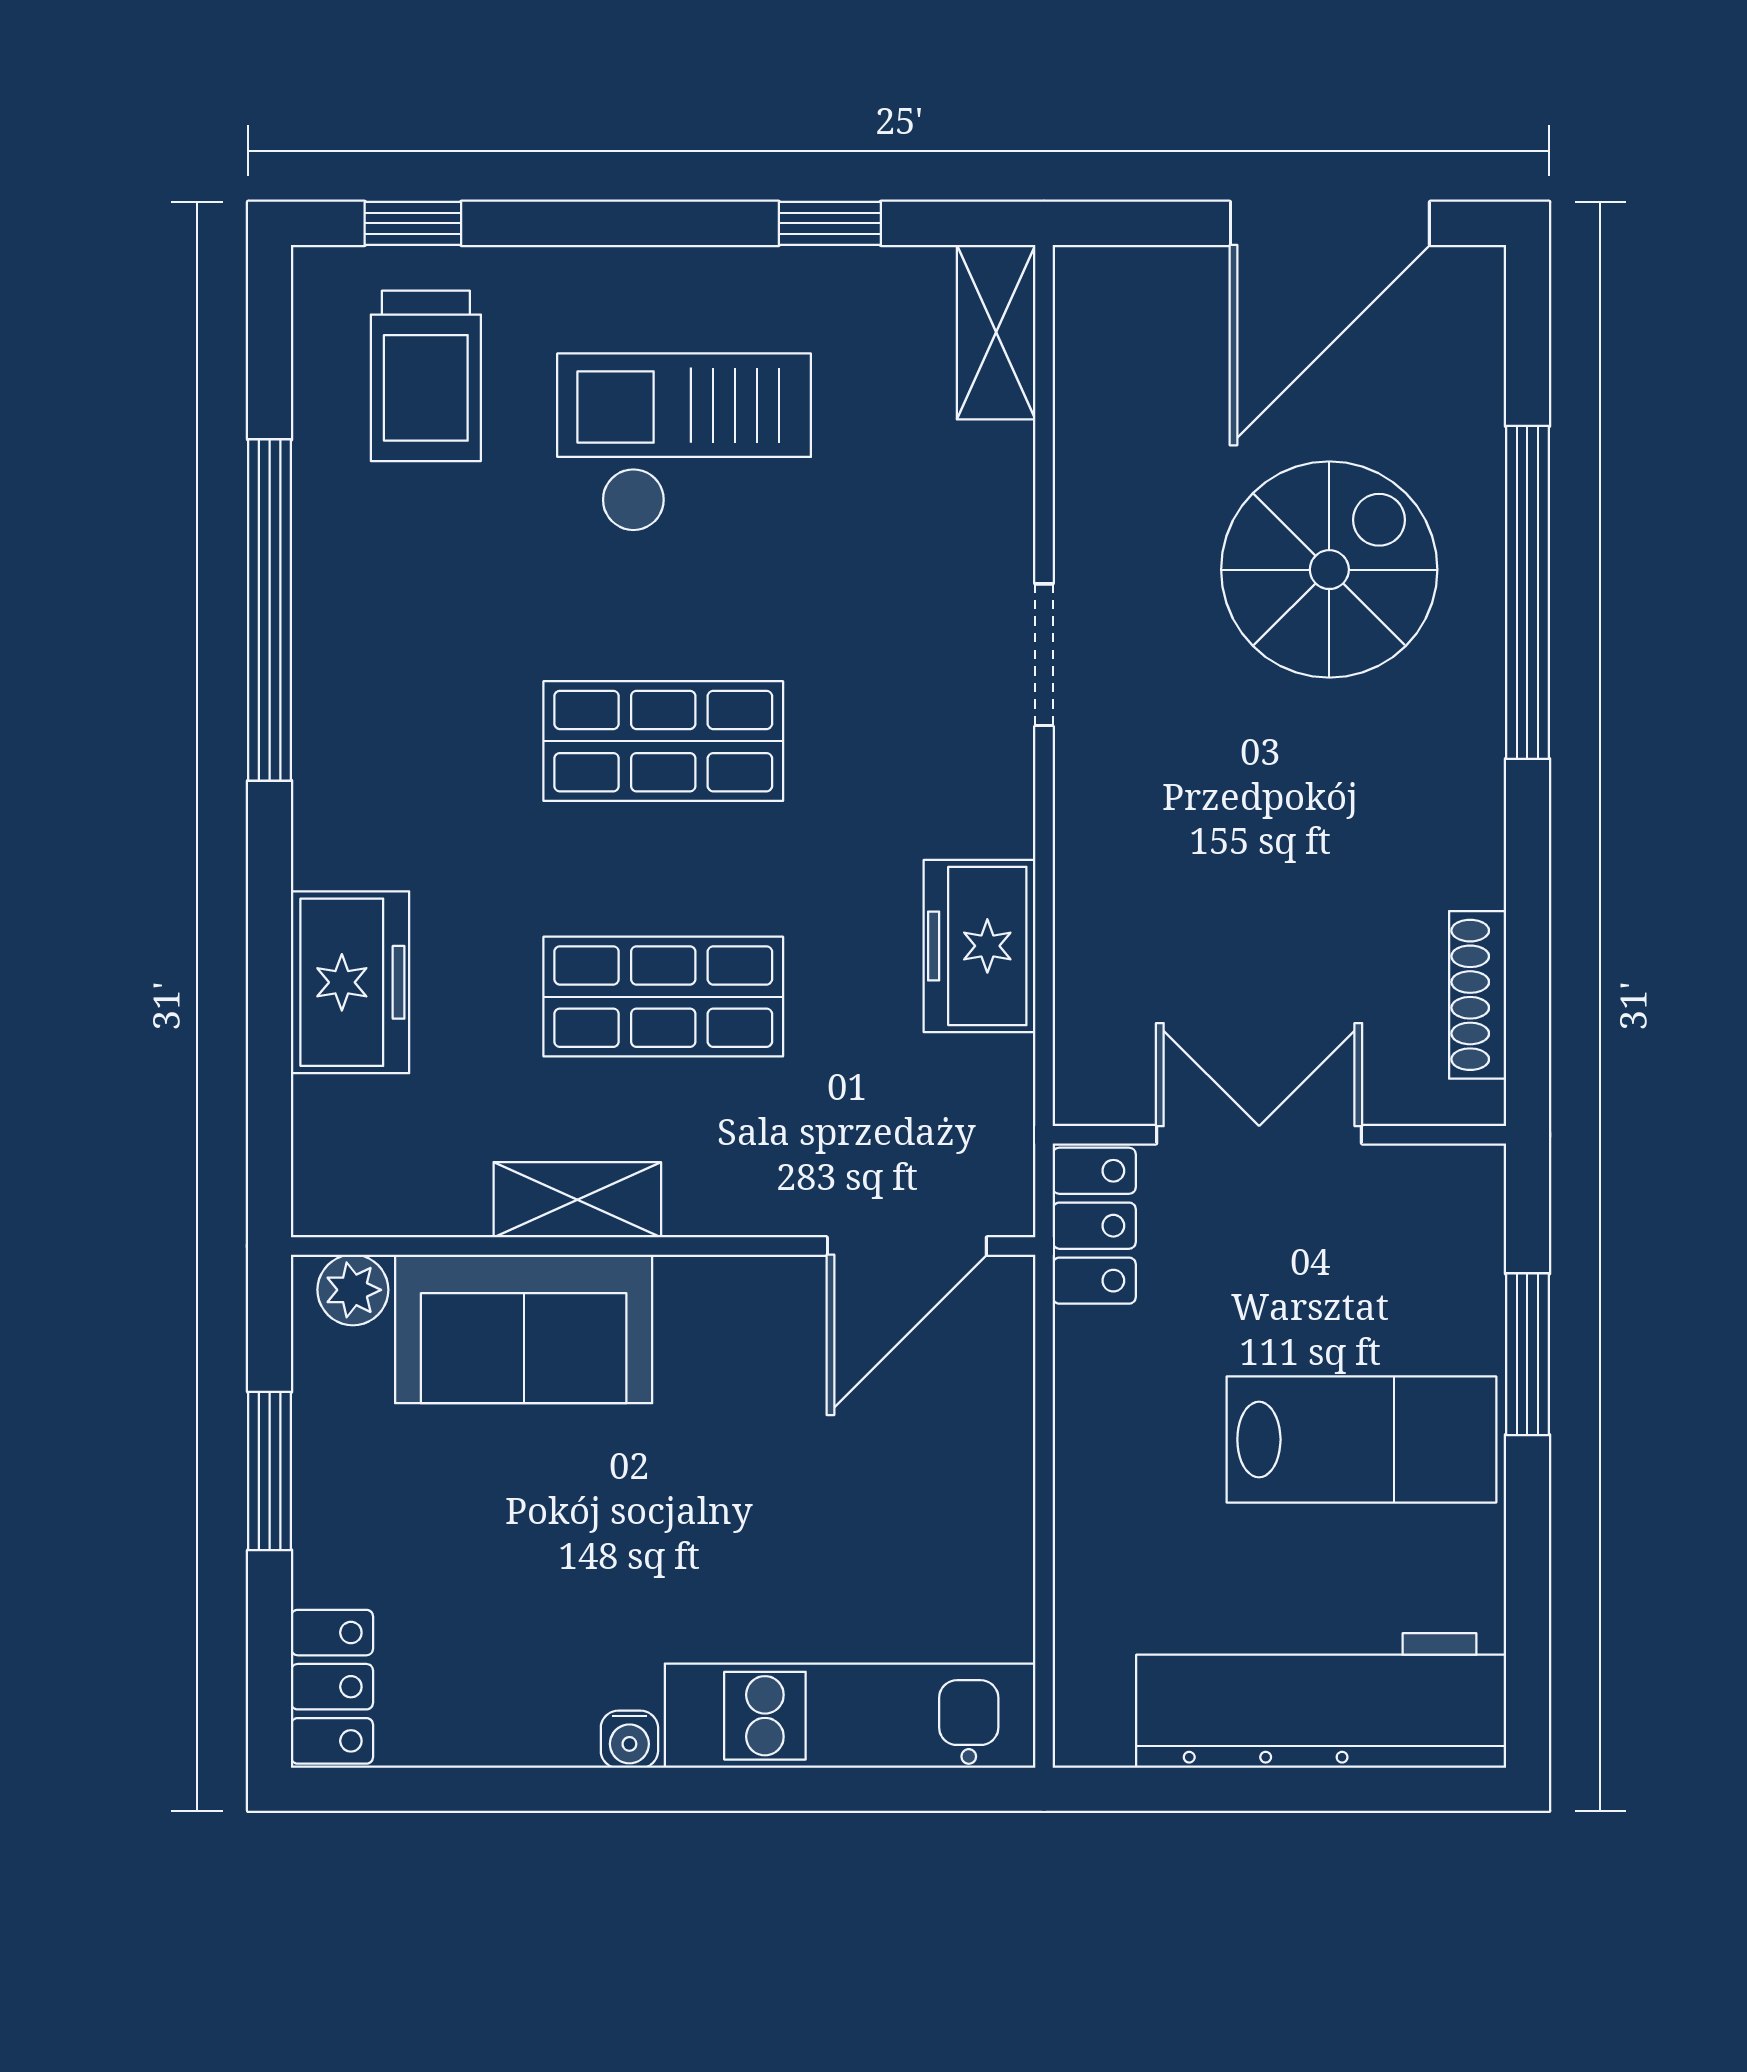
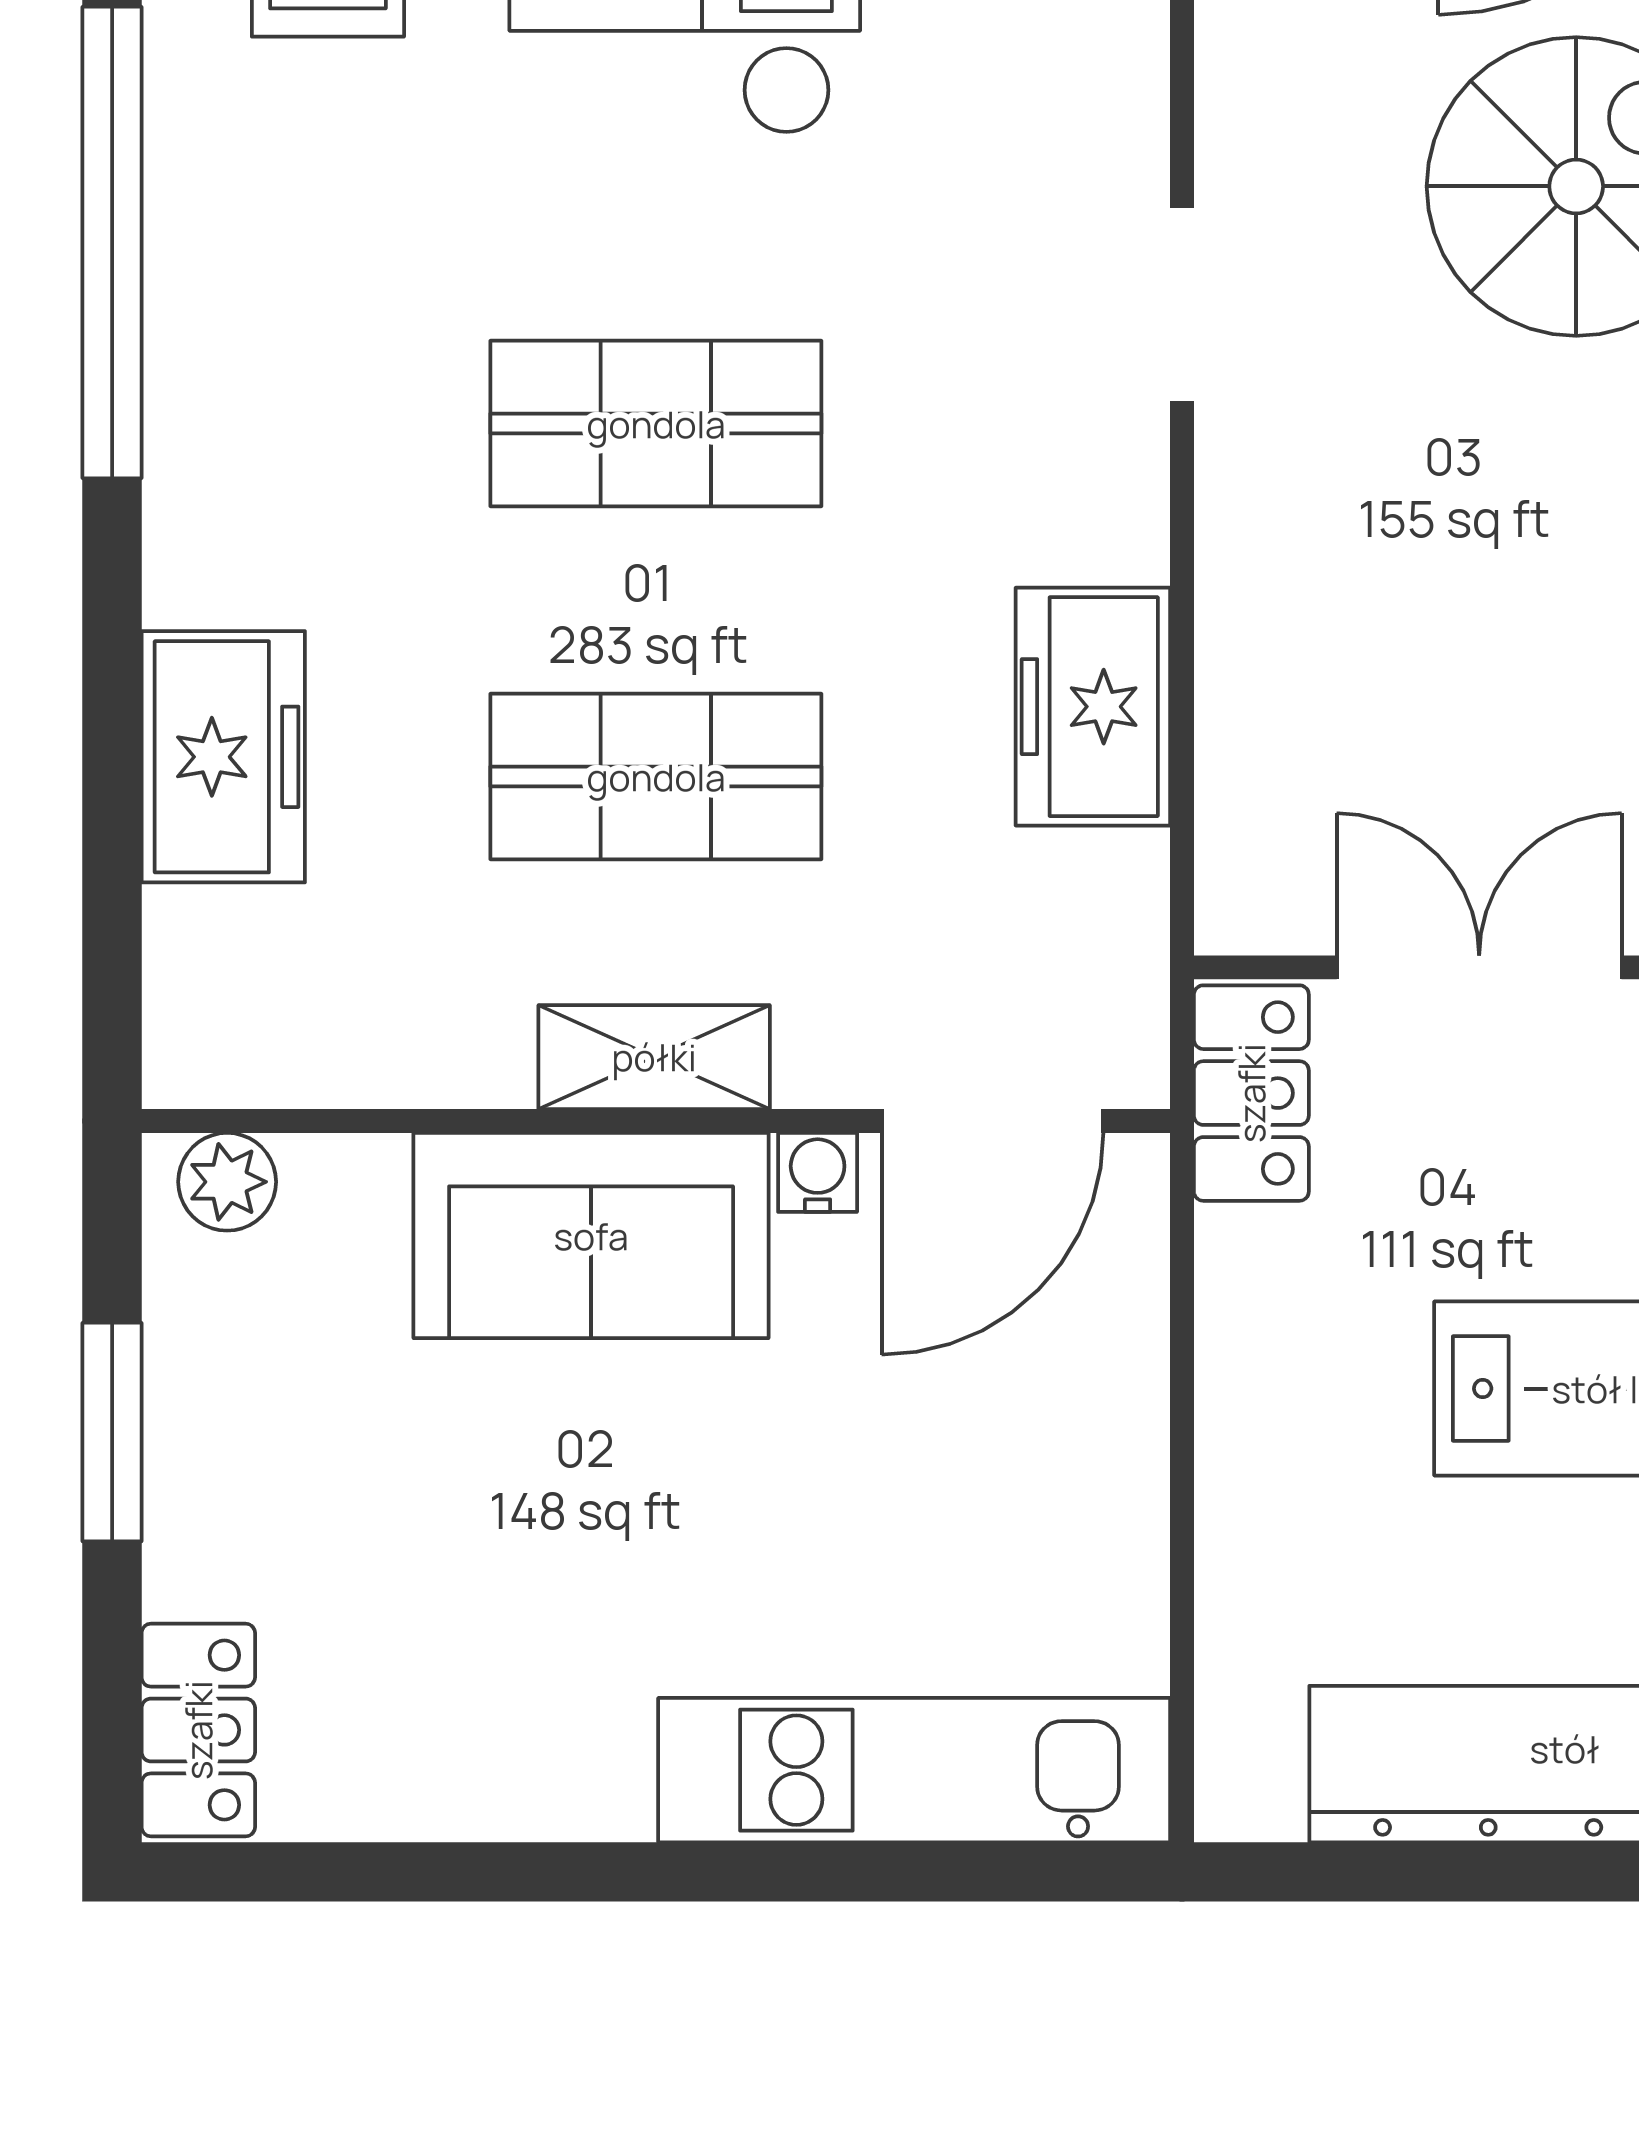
shelving: (577, 1200) -> (654, 1057), moved
sofa: (524, 1329) -> (591, 1236), moved
water cooler: (629, 1739) -> (818, 1172), moved, turned 180

